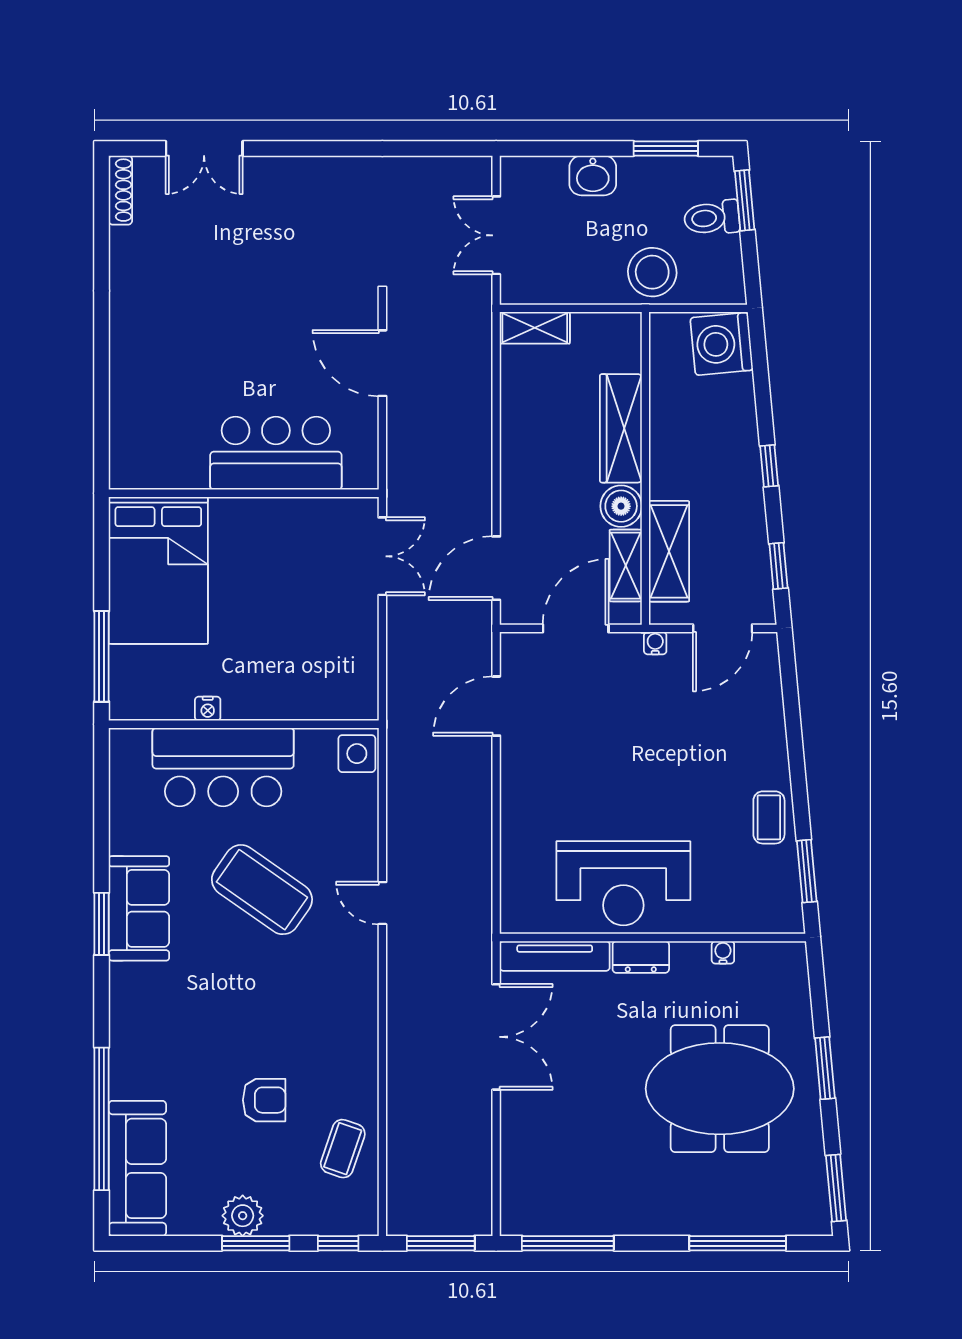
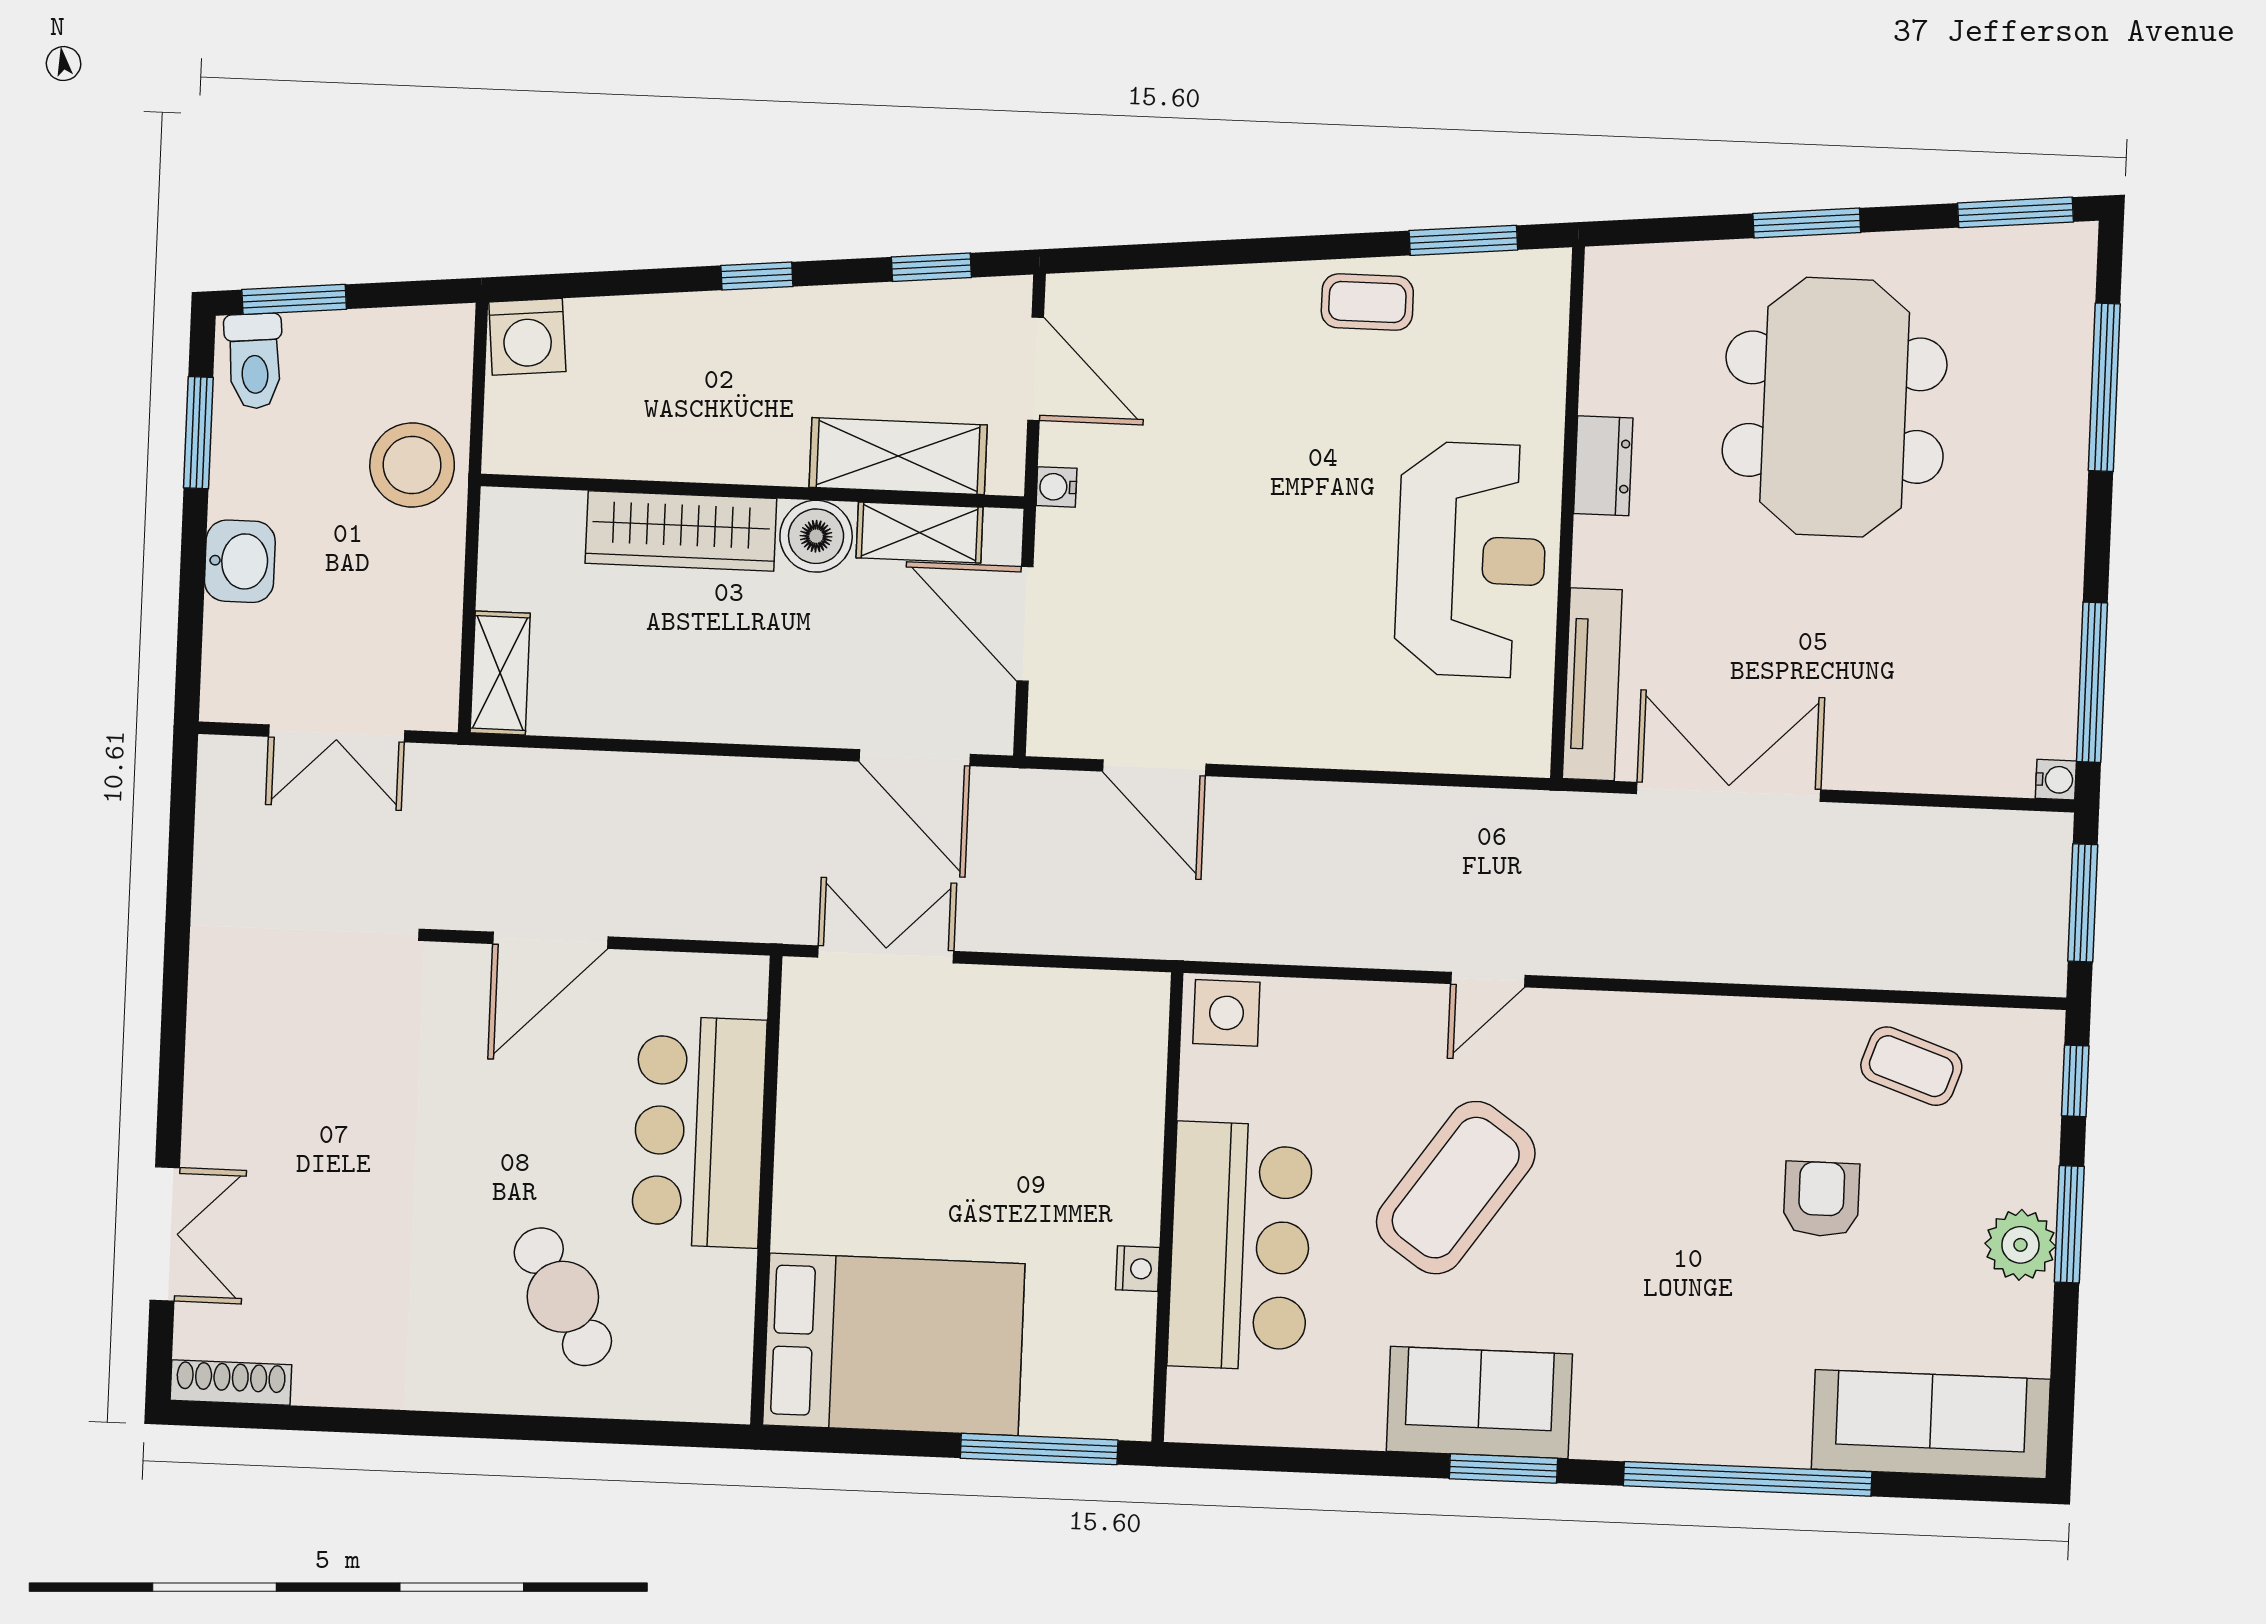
toilet: (712, 218) -> (254, 361), moved
washing machine: (722, 344) -> (527, 337), width x0.73, depth x0.73
cafe table: (178, 379) -> (563, 1297), added
water cooler: (723, 952) -> (2056, 780), moved, turned 180
dresser: (641, 957) -> (1603, 466), moved
window: (102, 1119) -> (1748, 1479), moved

